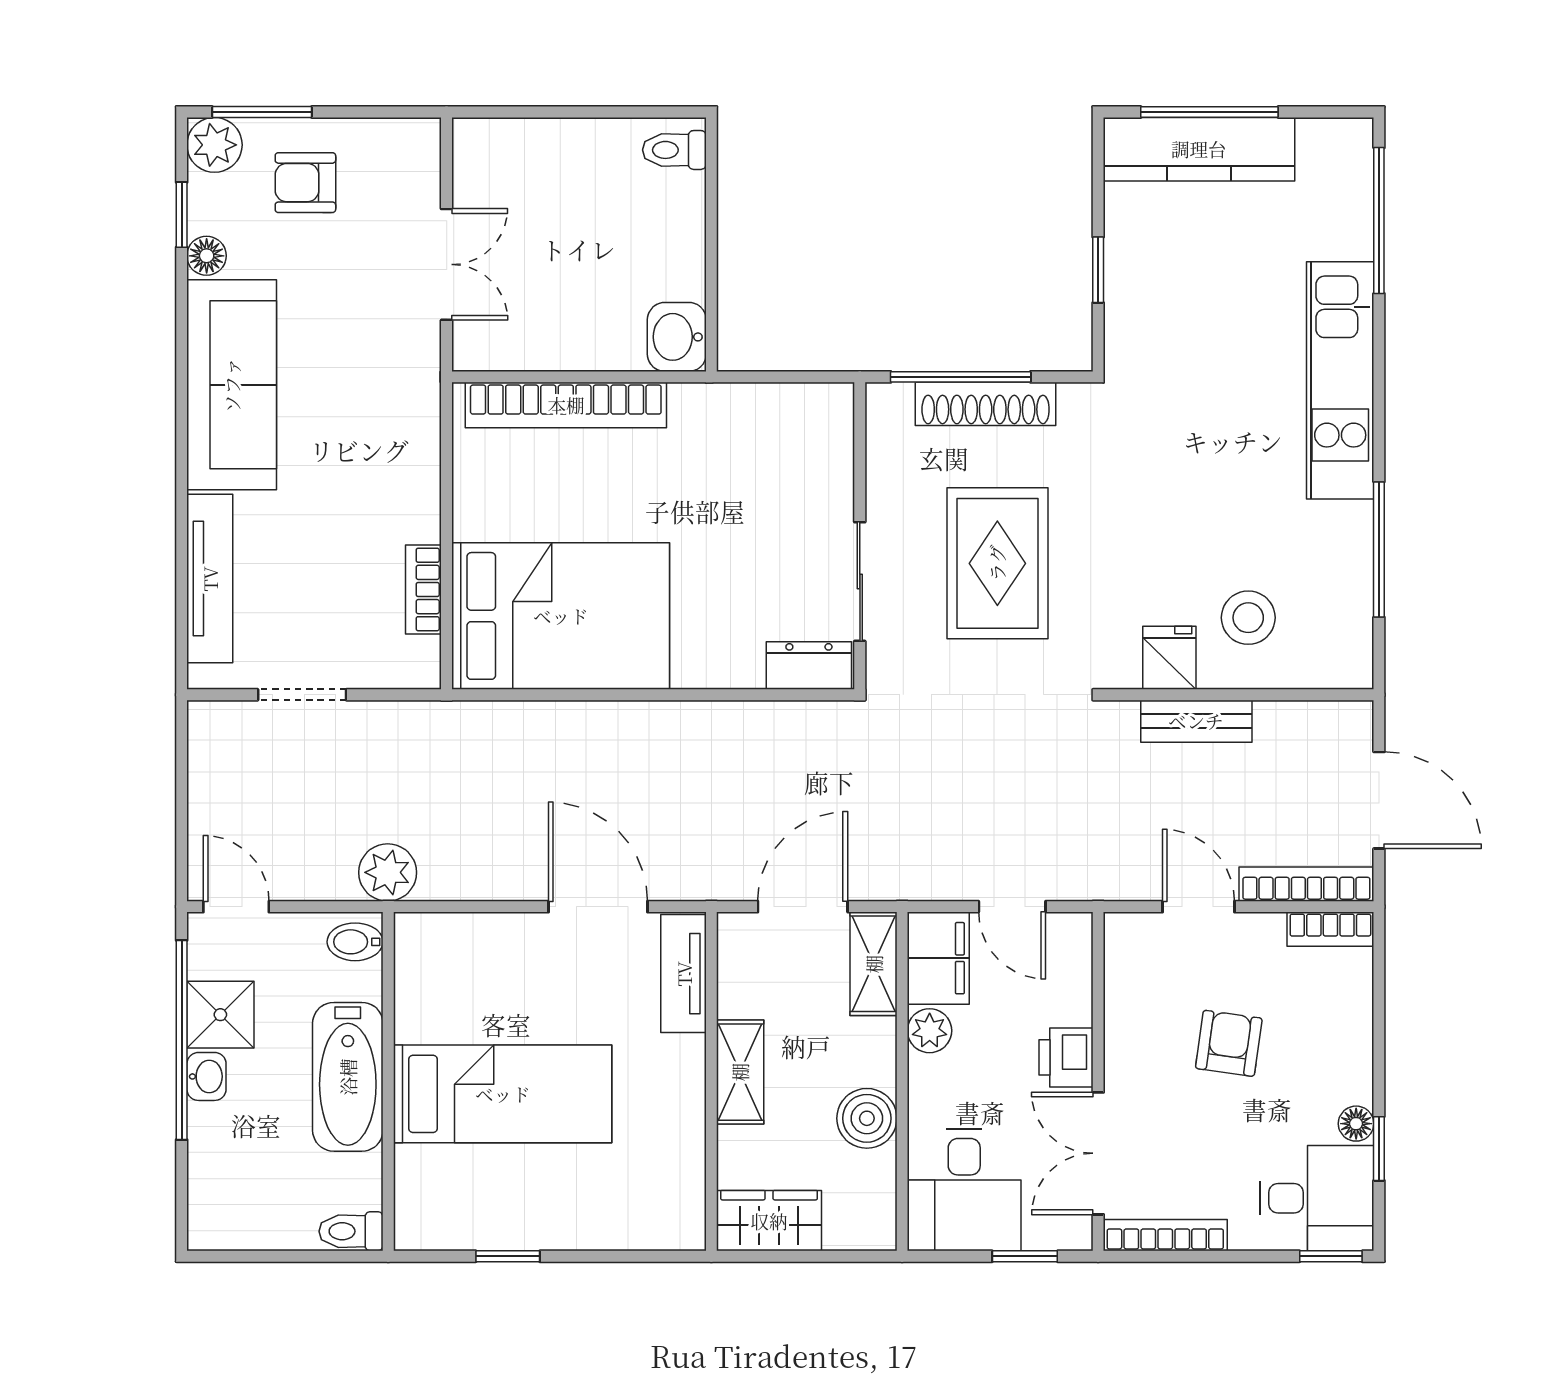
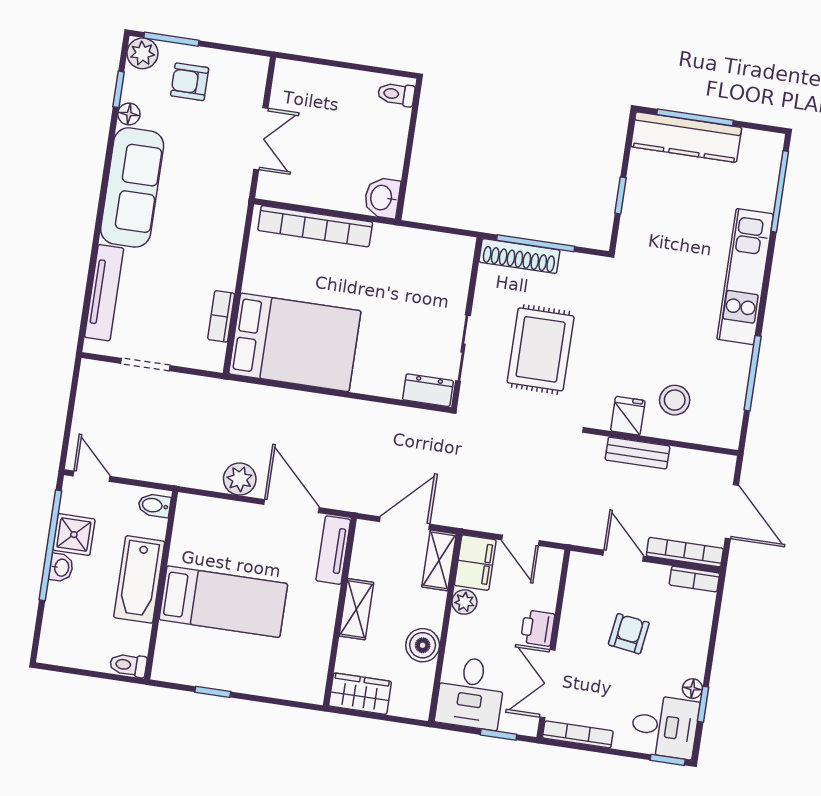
shoe rack: (986, 404) -> (519, 256), moved
plant: (388, 872) -> (240, 479), moved

